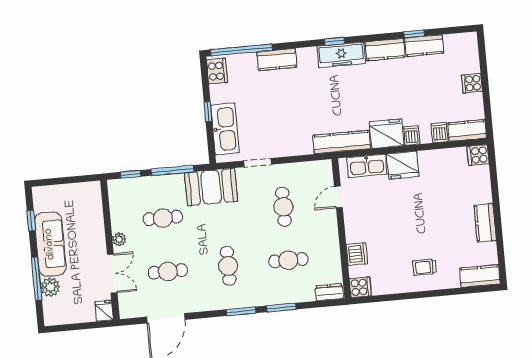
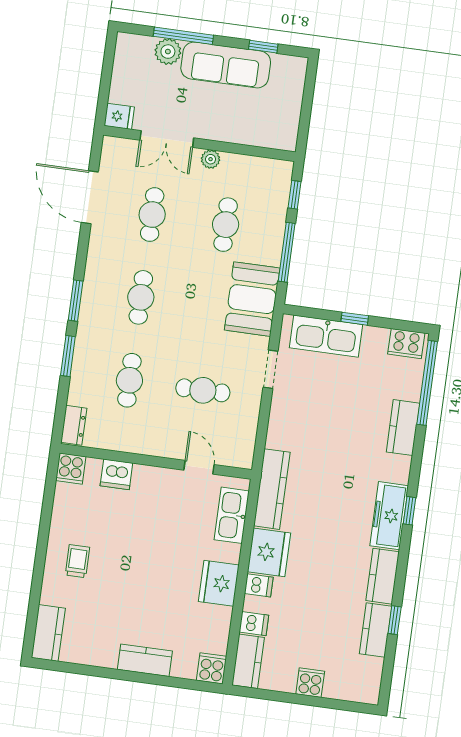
fridge: (403, 165) -> (219, 583), moved
kitchen counter: (485, 223) -> (145, 660), moved
cafe table: (228, 266) -> (141, 297), turned 90

